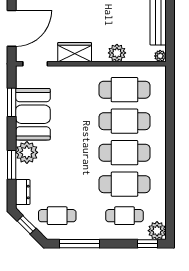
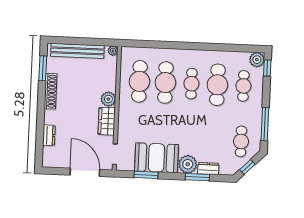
plant: (117, 53) -> (108, 99), moved
cafe table: (124, 153) -> (191, 84), width x0.73, depth x0.74
dresser: (23, 192) -> (208, 168), moved

